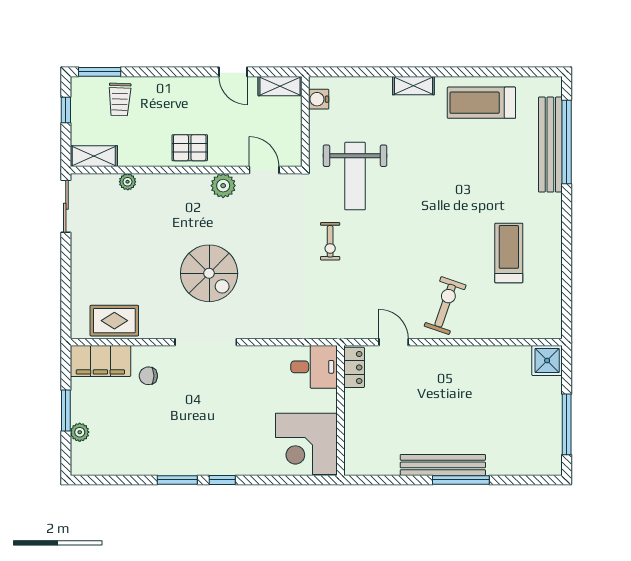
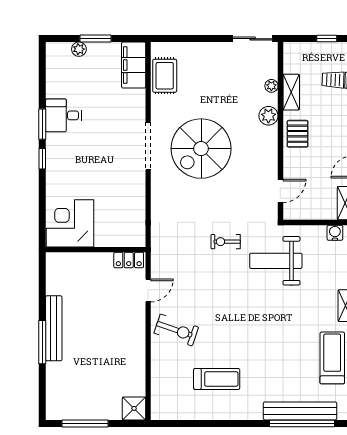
shelving: (94, 156) -> (291, 92), moved
plant: (223, 186) -> (268, 116), moved
spiral stairs: (209, 273) -> (201, 149), width x1.37, depth x1.37
desk: (314, 367) -> (63, 115), moved, turned 90
chair: (148, 376) -> (122, 102), removed

